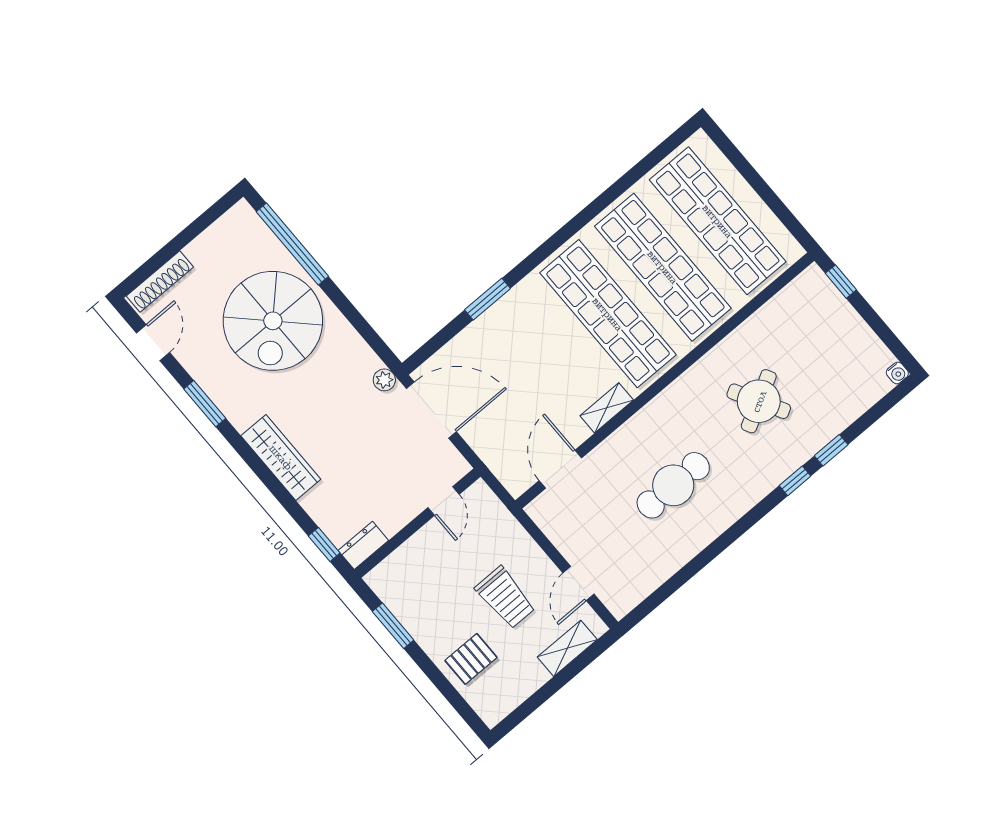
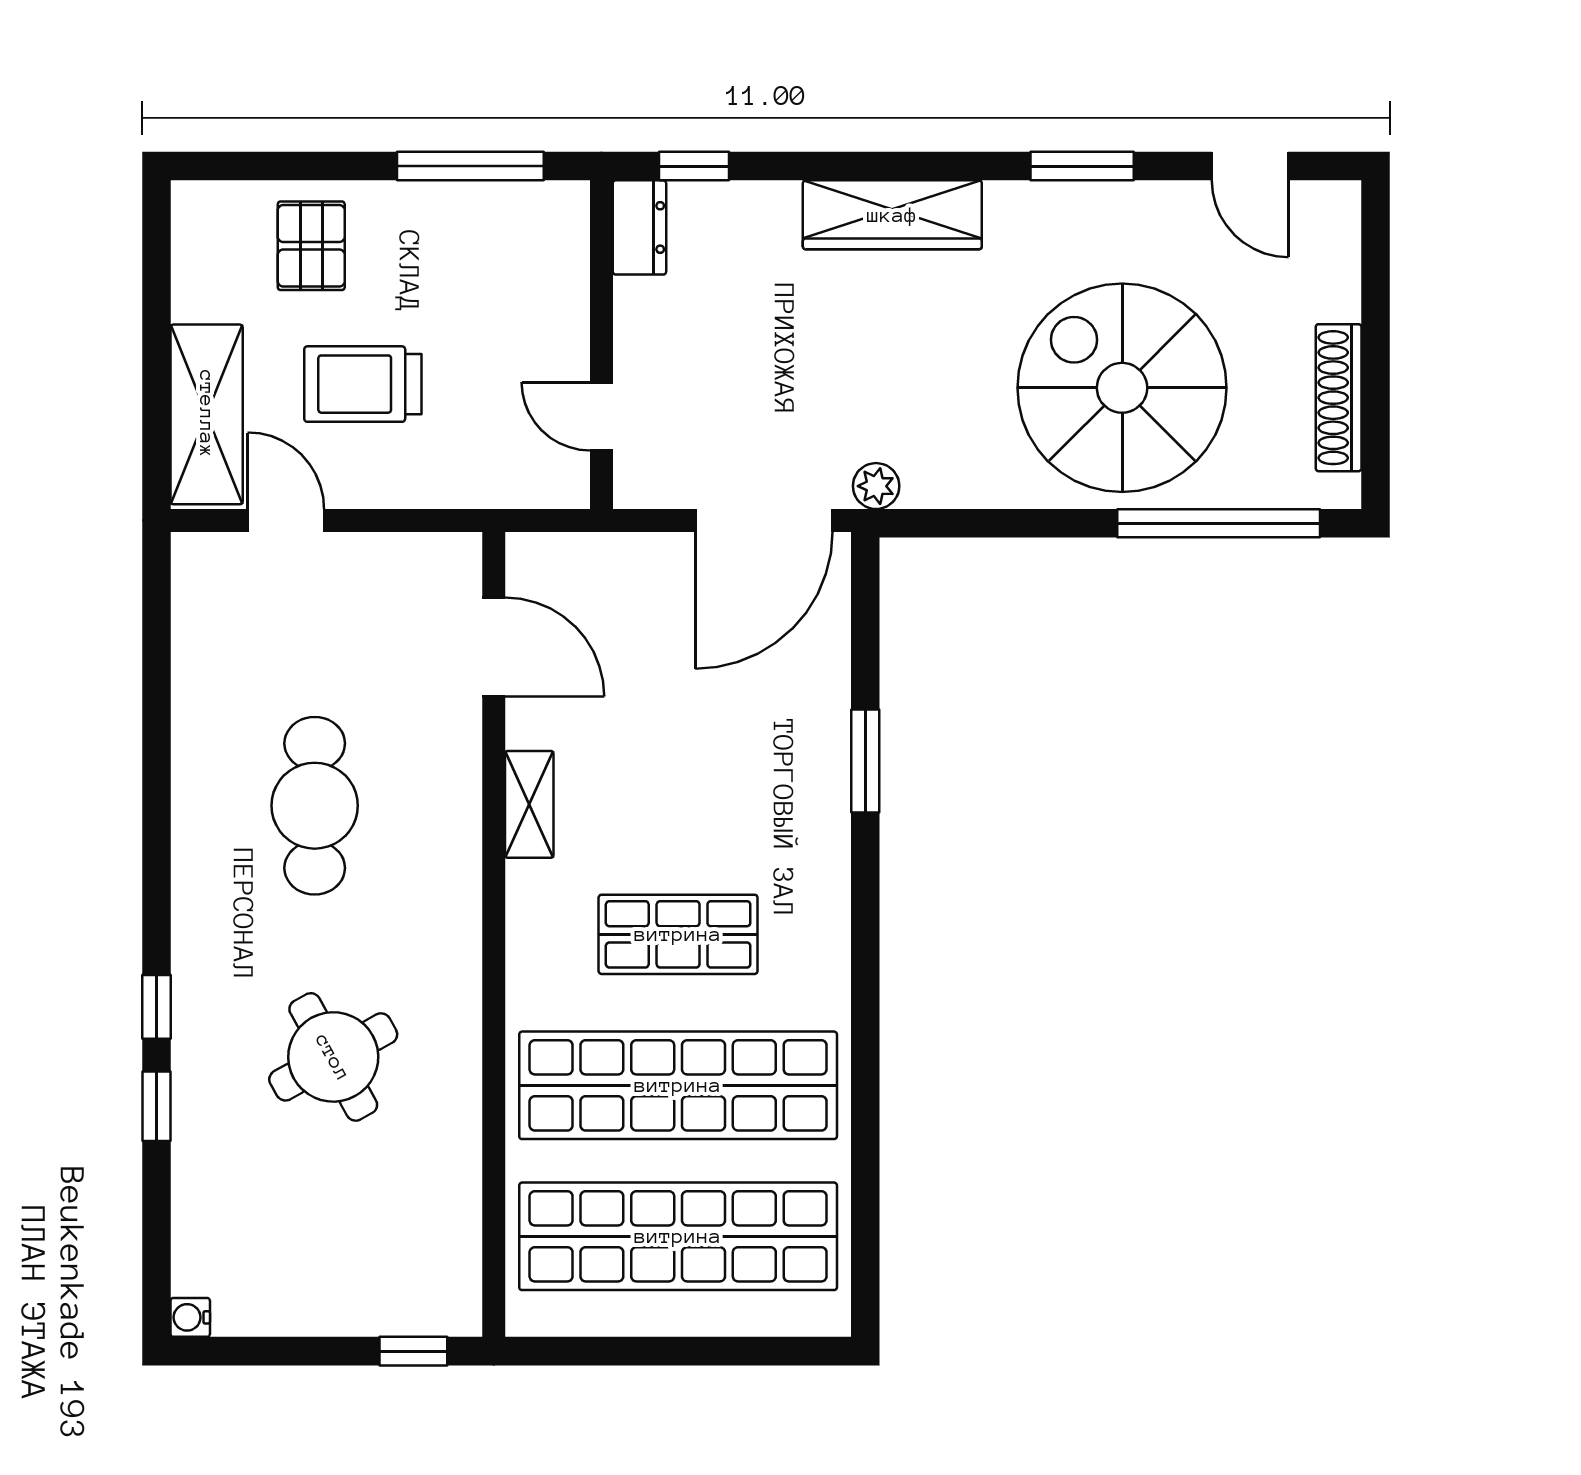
shoe rack: (160, 282) -> (1339, 398), moved
shop shelf: (608, 314) -> (678, 934), width x0.50, depth x0.74
window: (393, 626) -> (470, 166), width x1.44
shelving: (567, 648) -> (207, 414), width x1.50, depth x1.33

